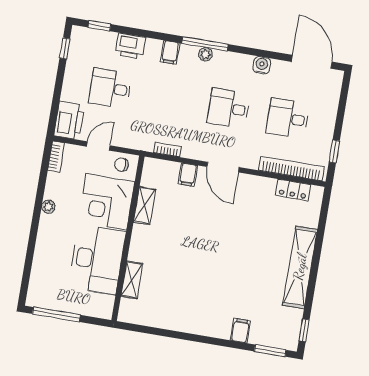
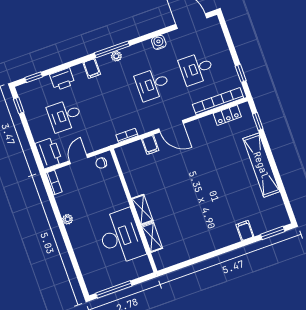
corner desk: (106, 202) -> (105, 194), removed
shelving: (145, 206) -> (142, 210), moved
window: (304, 330) -> (258, 121), moved

